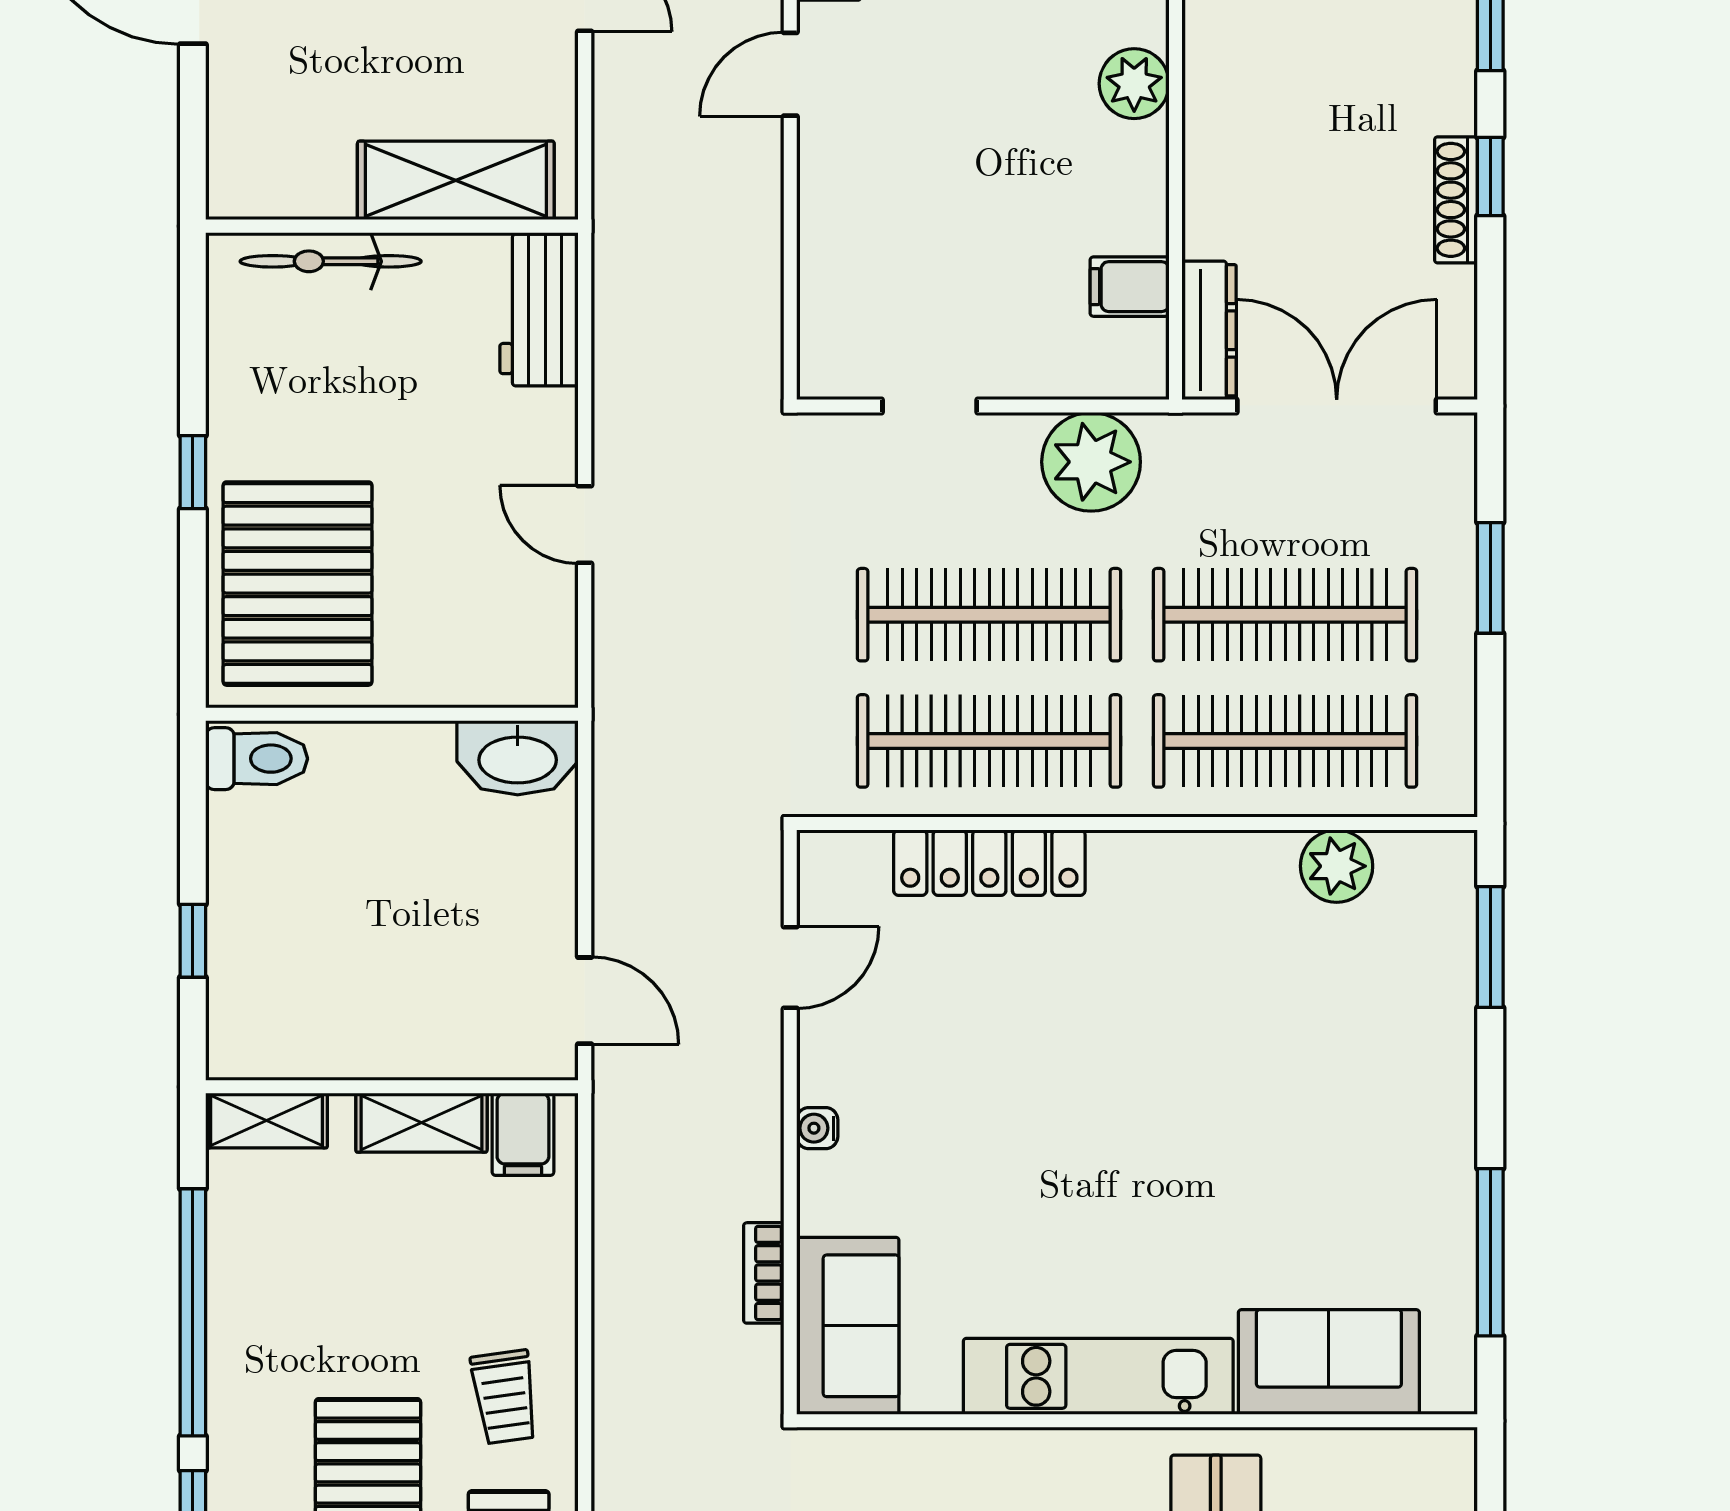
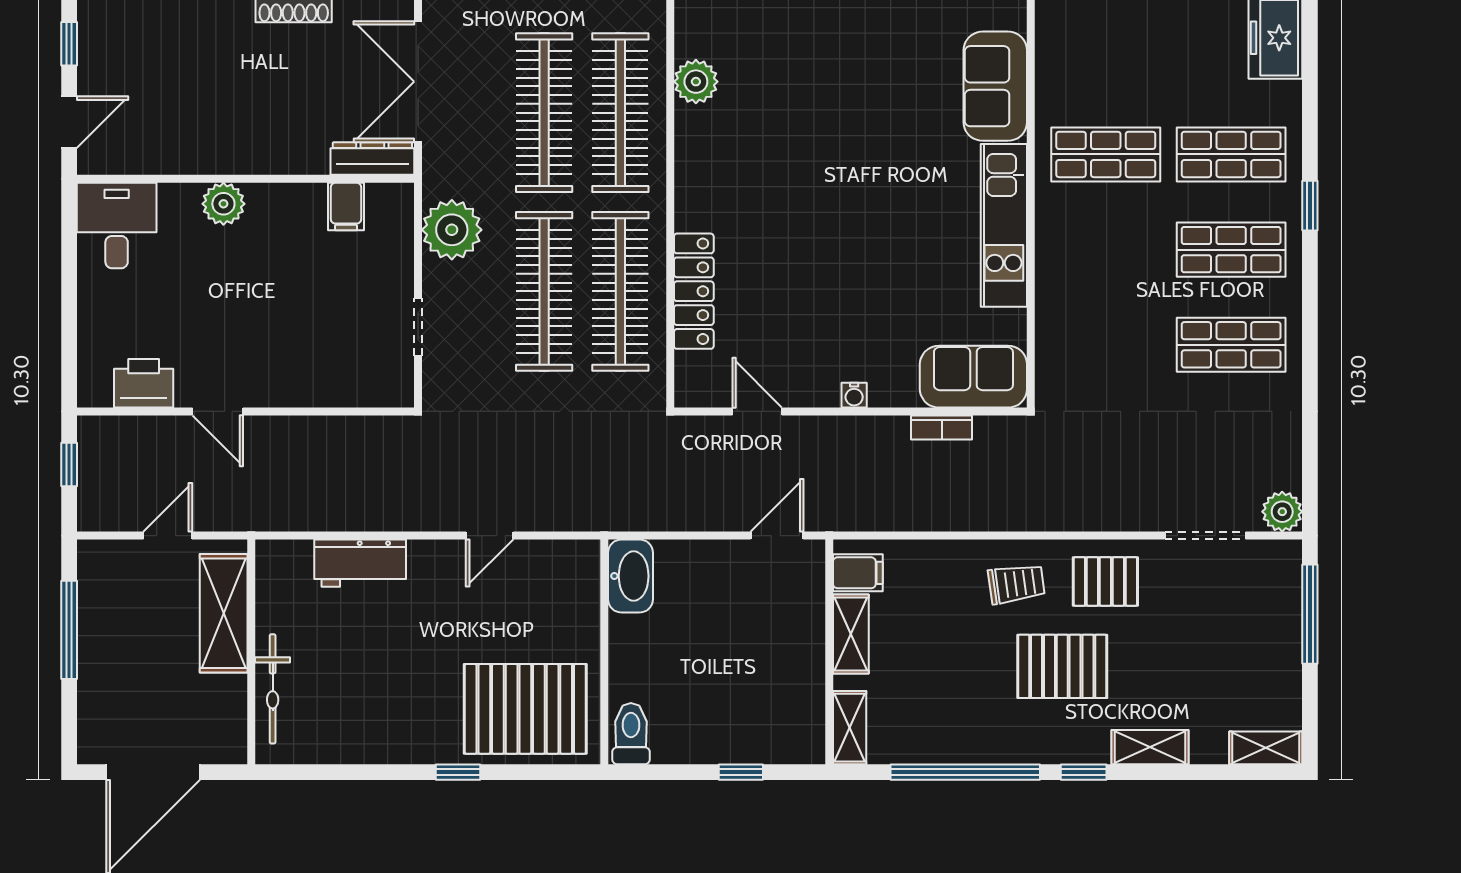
shelving: (456, 180) -> (224, 613), moved
wall: (392, 226) -> (251, 652), moved
bicycle: (331, 261) -> (273, 689), moved

